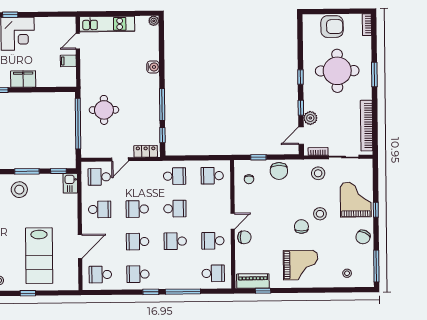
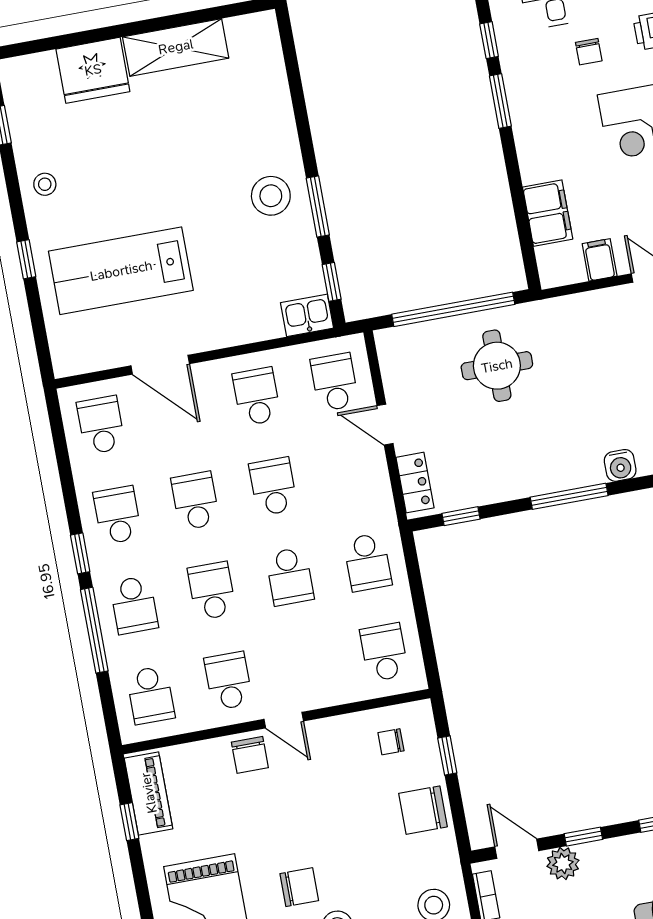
filing cabinet: (23, 79) -> (548, 213), moved
window: (162, 104) -> (569, 496), moved
school desk: (100, 209) -> (257, 396), turned 180
school desk: (176, 274) -> (134, 605), added

